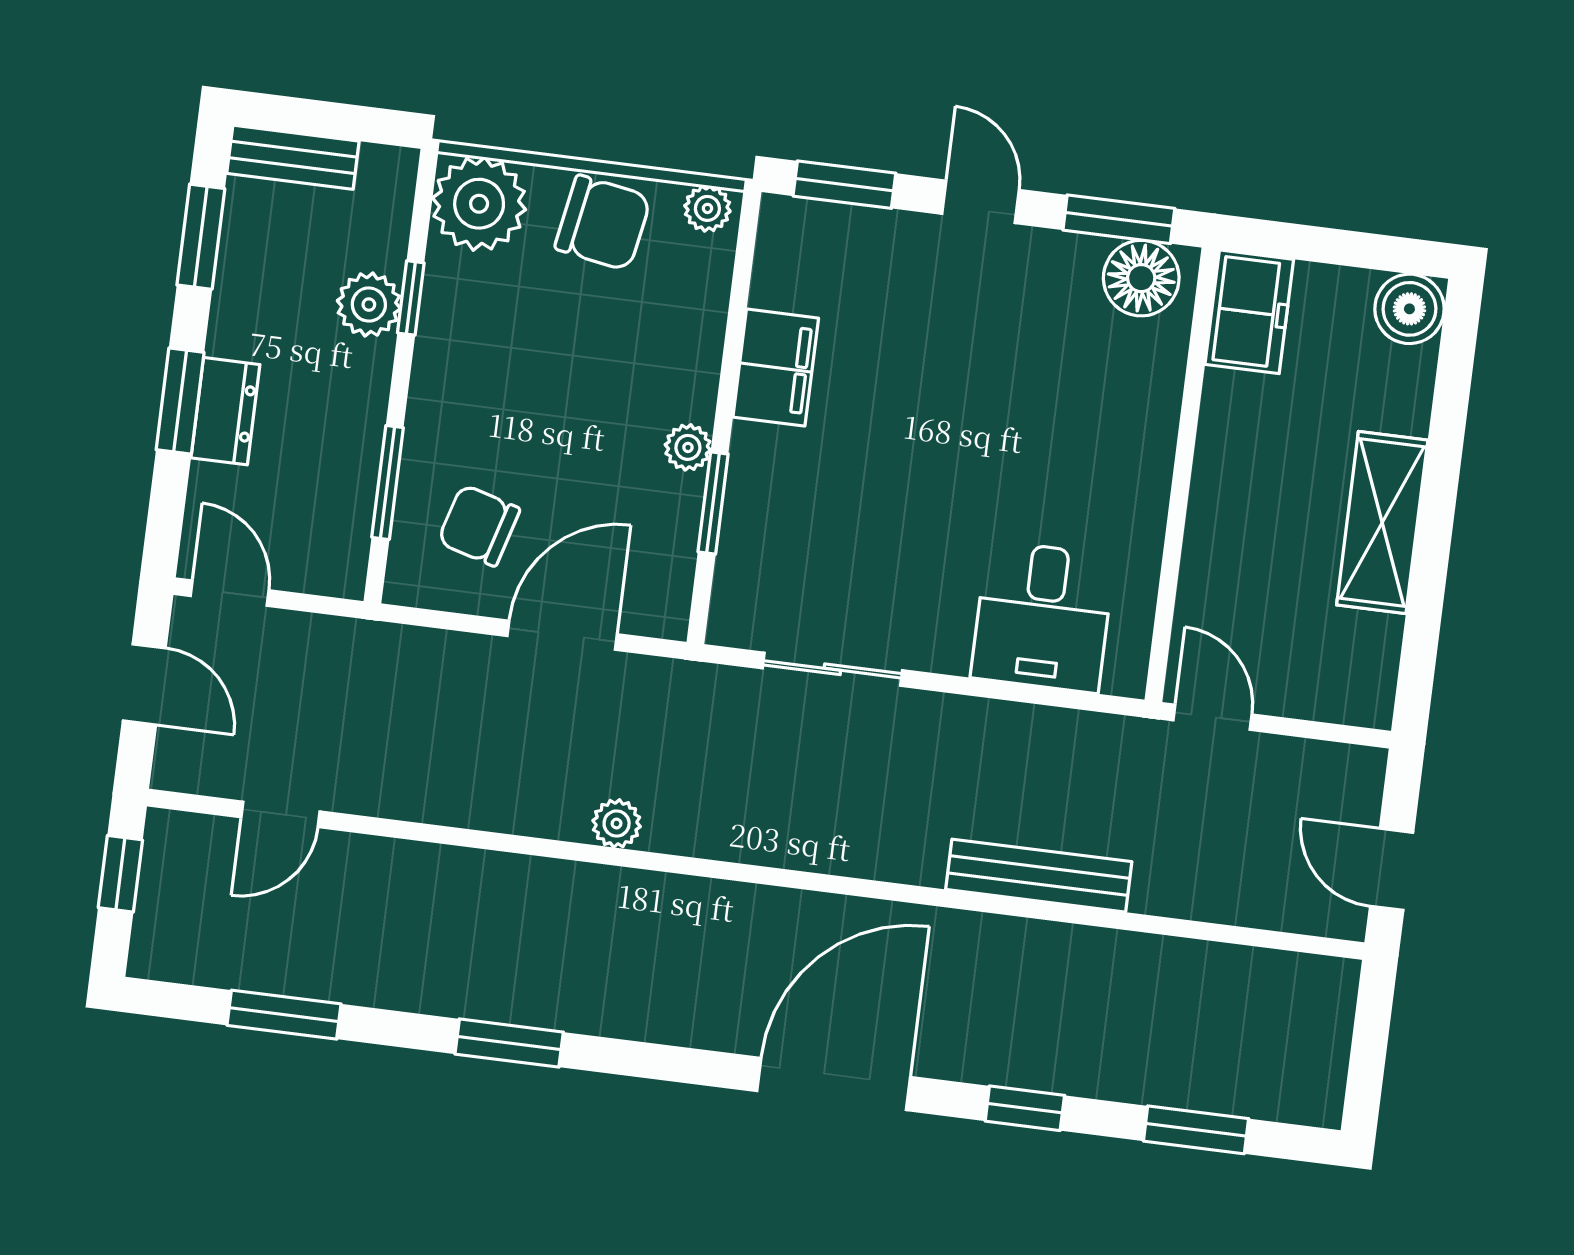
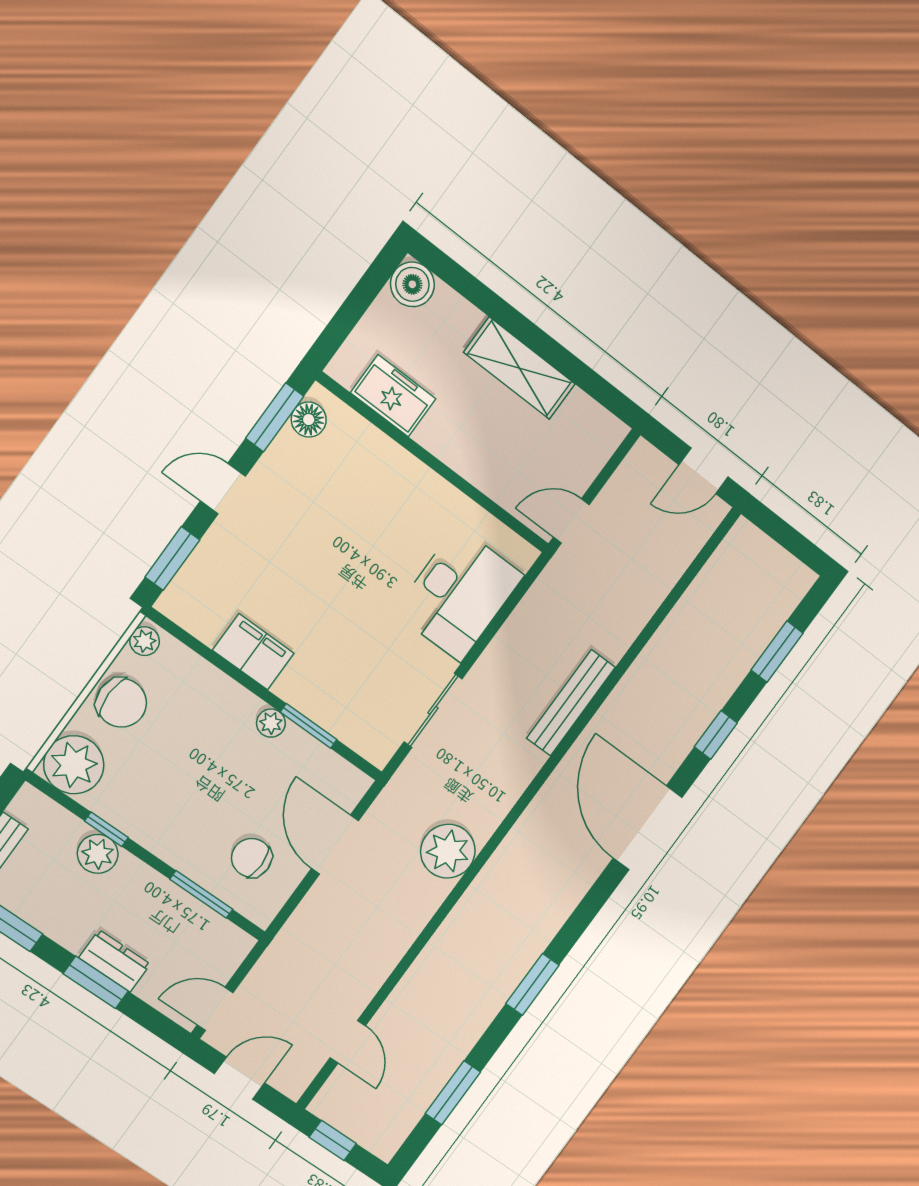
chair: (603, 223) -> (121, 703), turned 80
floor lamp: (1141, 278) -> (309, 420), width x0.73, depth x0.73
freezer: (1249, 312) -> (393, 396), moved
chair: (479, 525) -> (251, 858), turned 74
desk: (1043, 617) -> (459, 594), width x1.37
plant: (617, 824) -> (448, 851), width x1.88, depth x1.88
bench: (1039, 876) -> (571, 703), moved

